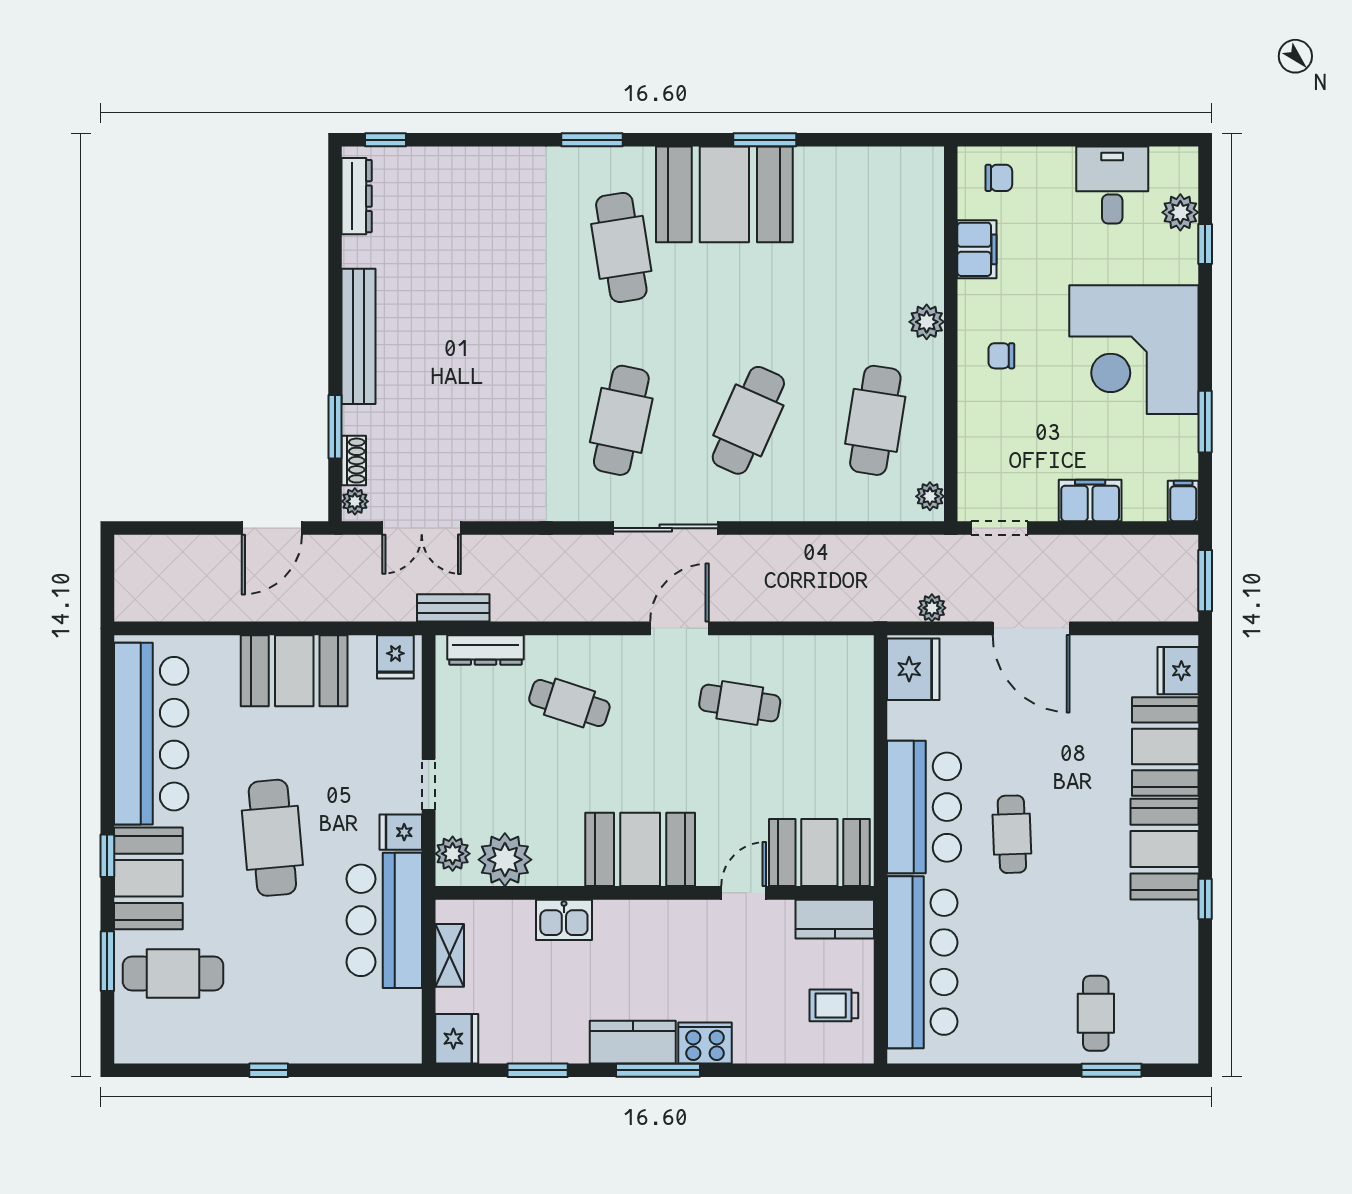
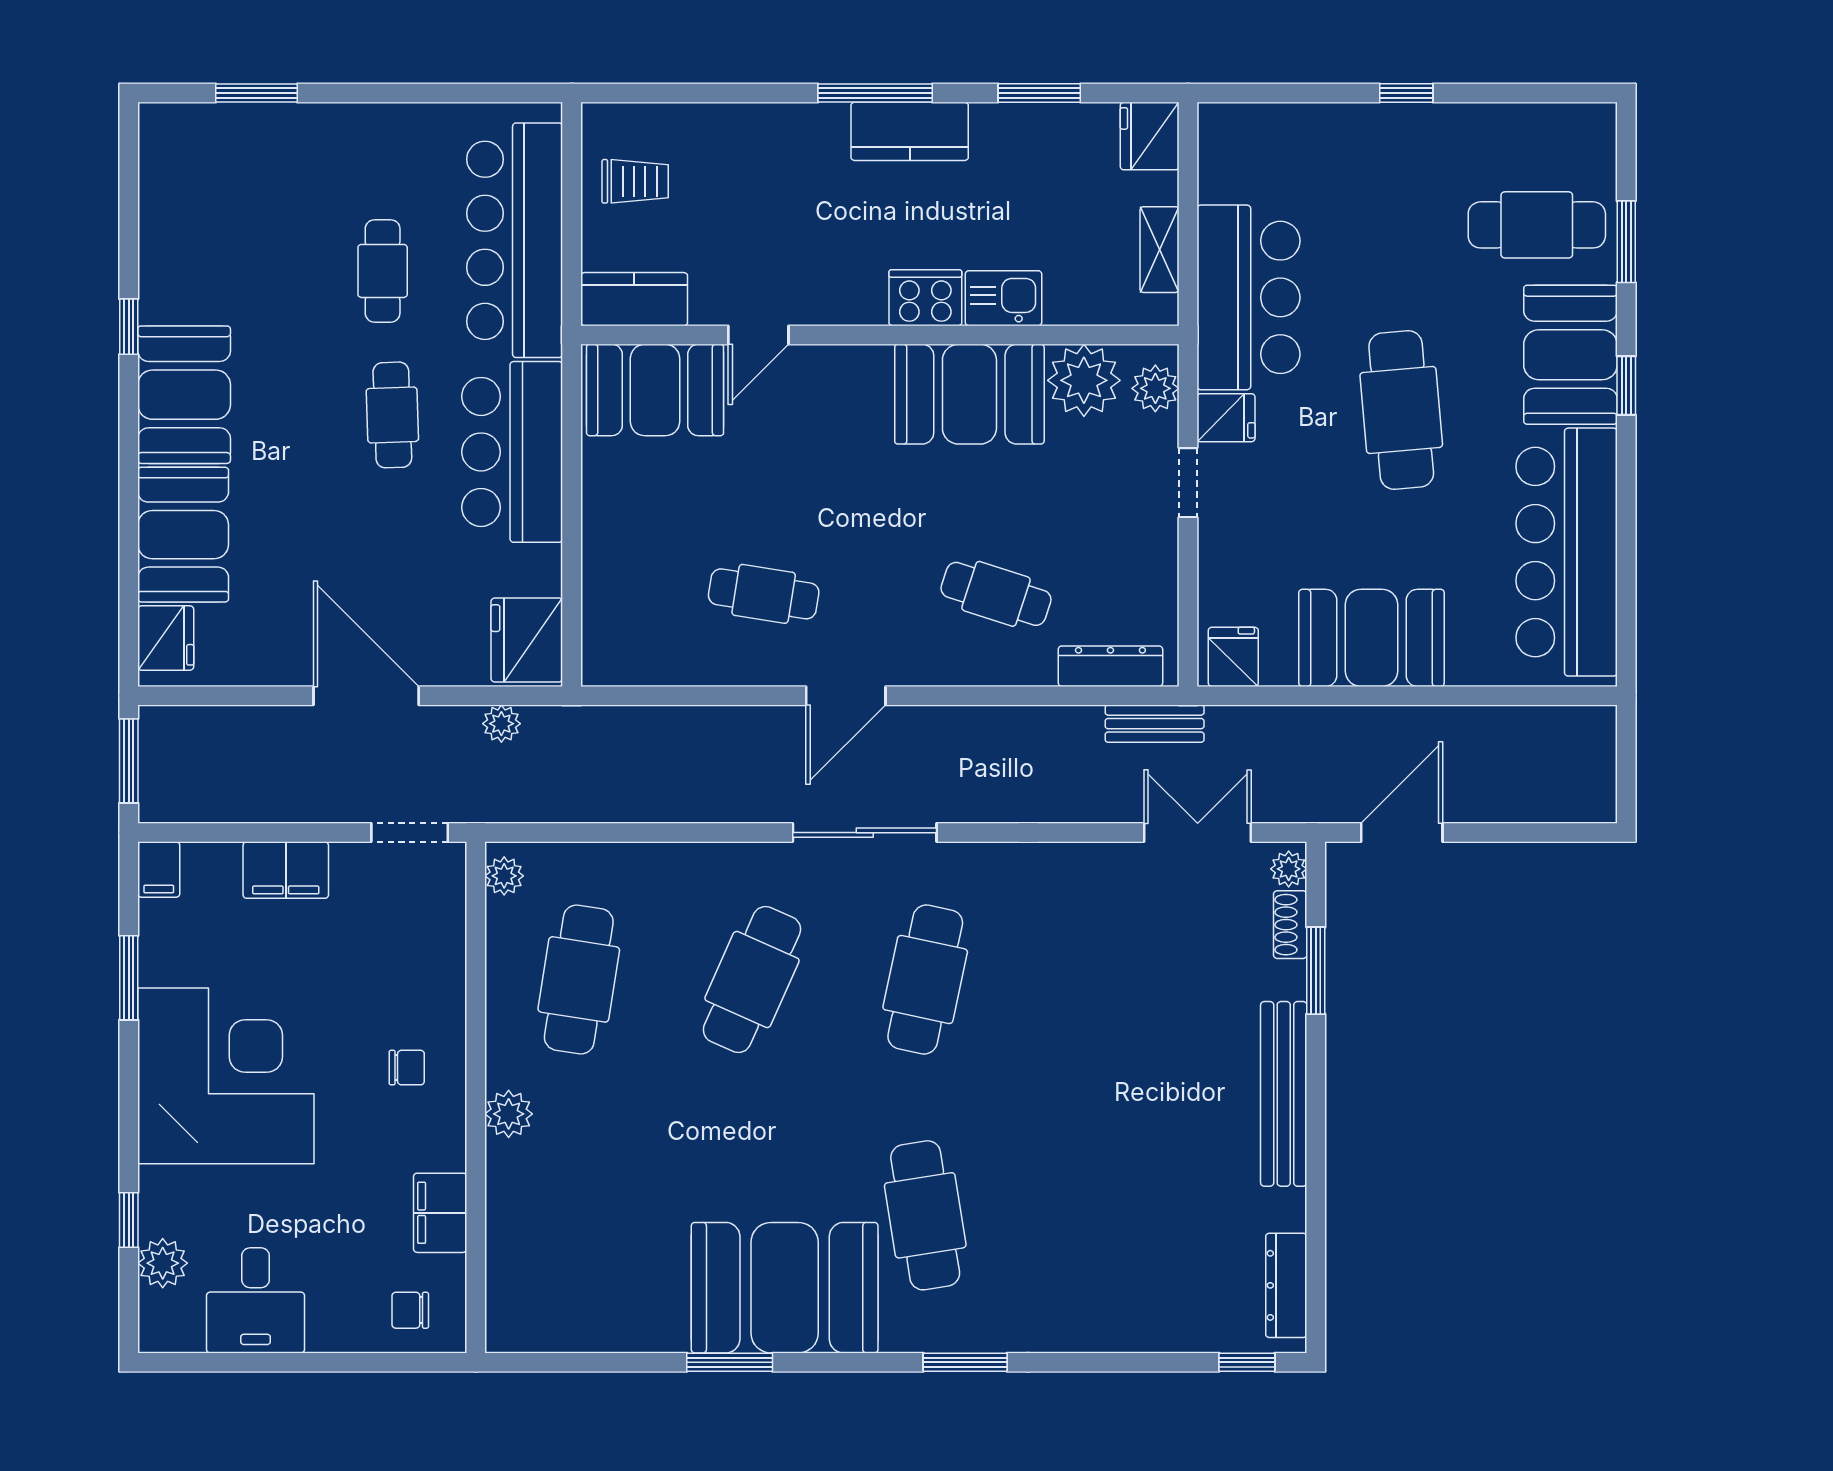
booth: (640, 849) -> (969, 394), moved
cafe table: (1096, 1013) -> (383, 271), moved
cooker: (705, 1043) -> (925, 298), moved, turned 180

